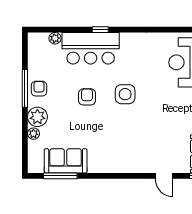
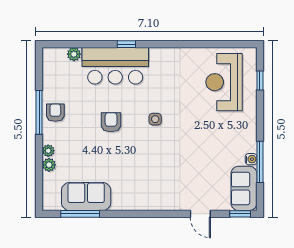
side table: (125, 94) -> (155, 119), width x0.54, depth x0.54
plant: (37, 117) -> (48, 151), width x0.53, depth x0.53

